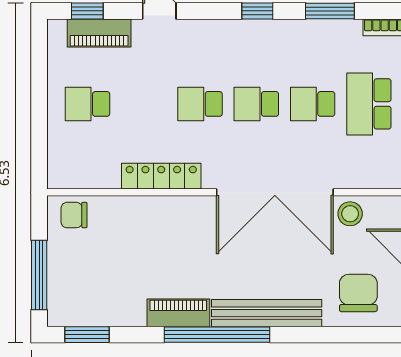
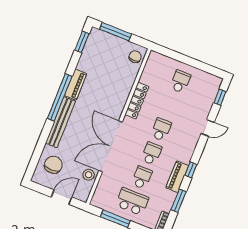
piano: (99, 33) -> (177, 177), moved
chair: (358, 293) -> (53, 165), turned -90

